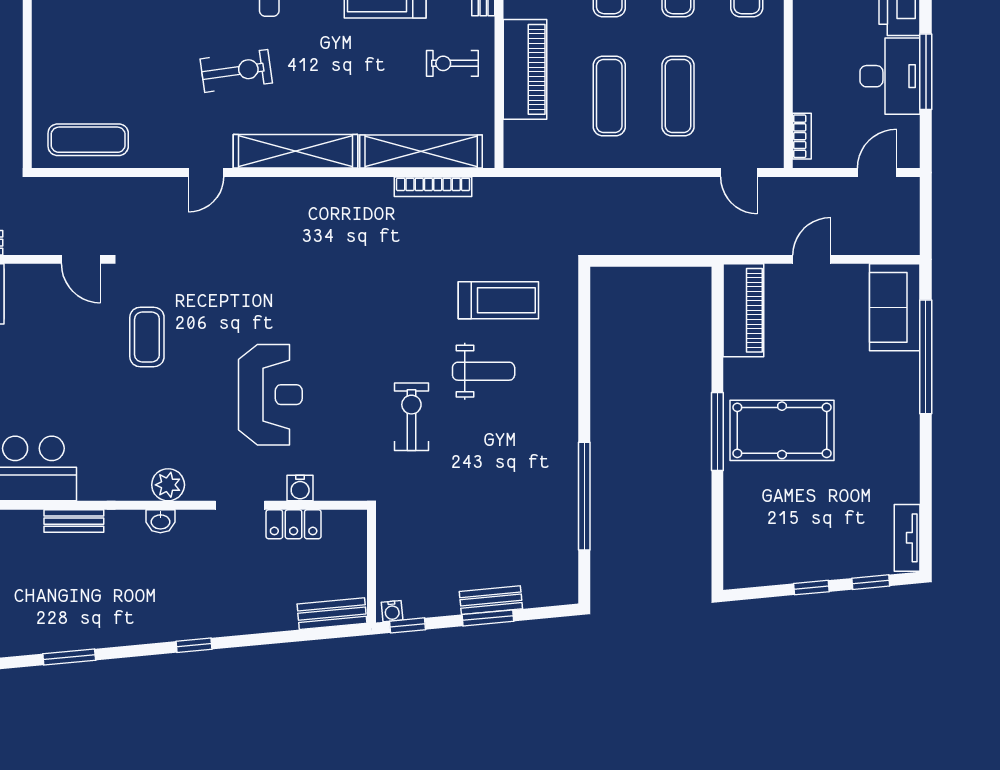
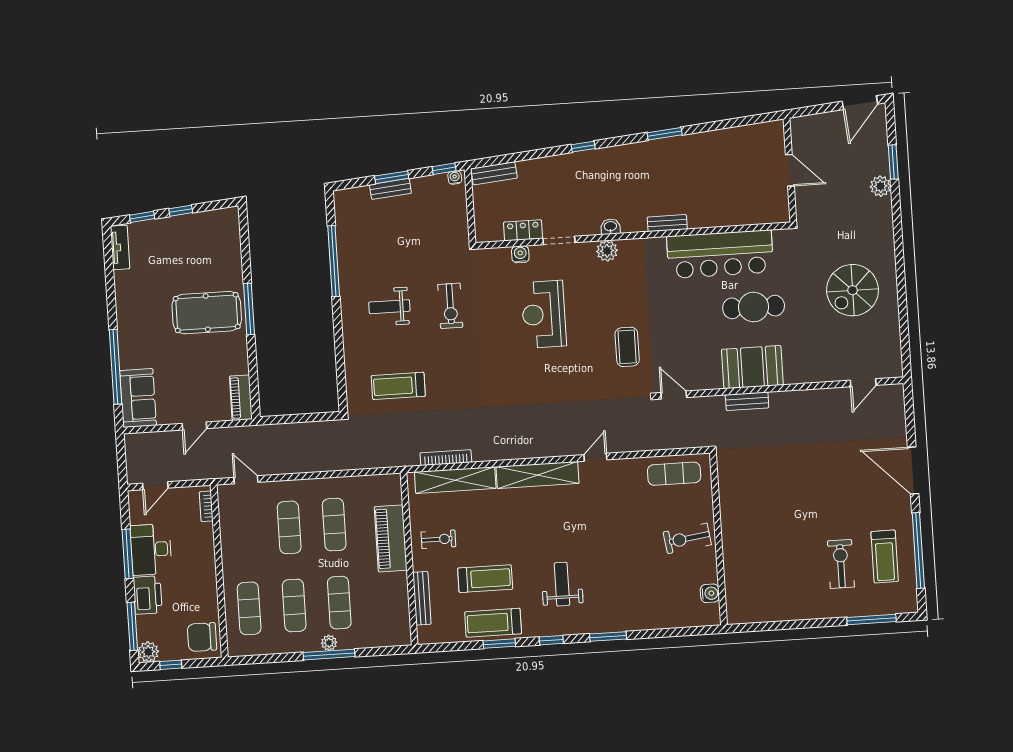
exercise bike: (236, 71) -> (687, 538), moved
piano: (743, 310) -> (241, 398), width x0.73, depth x0.75
weight bench: (484, 371) -> (389, 307), moved

